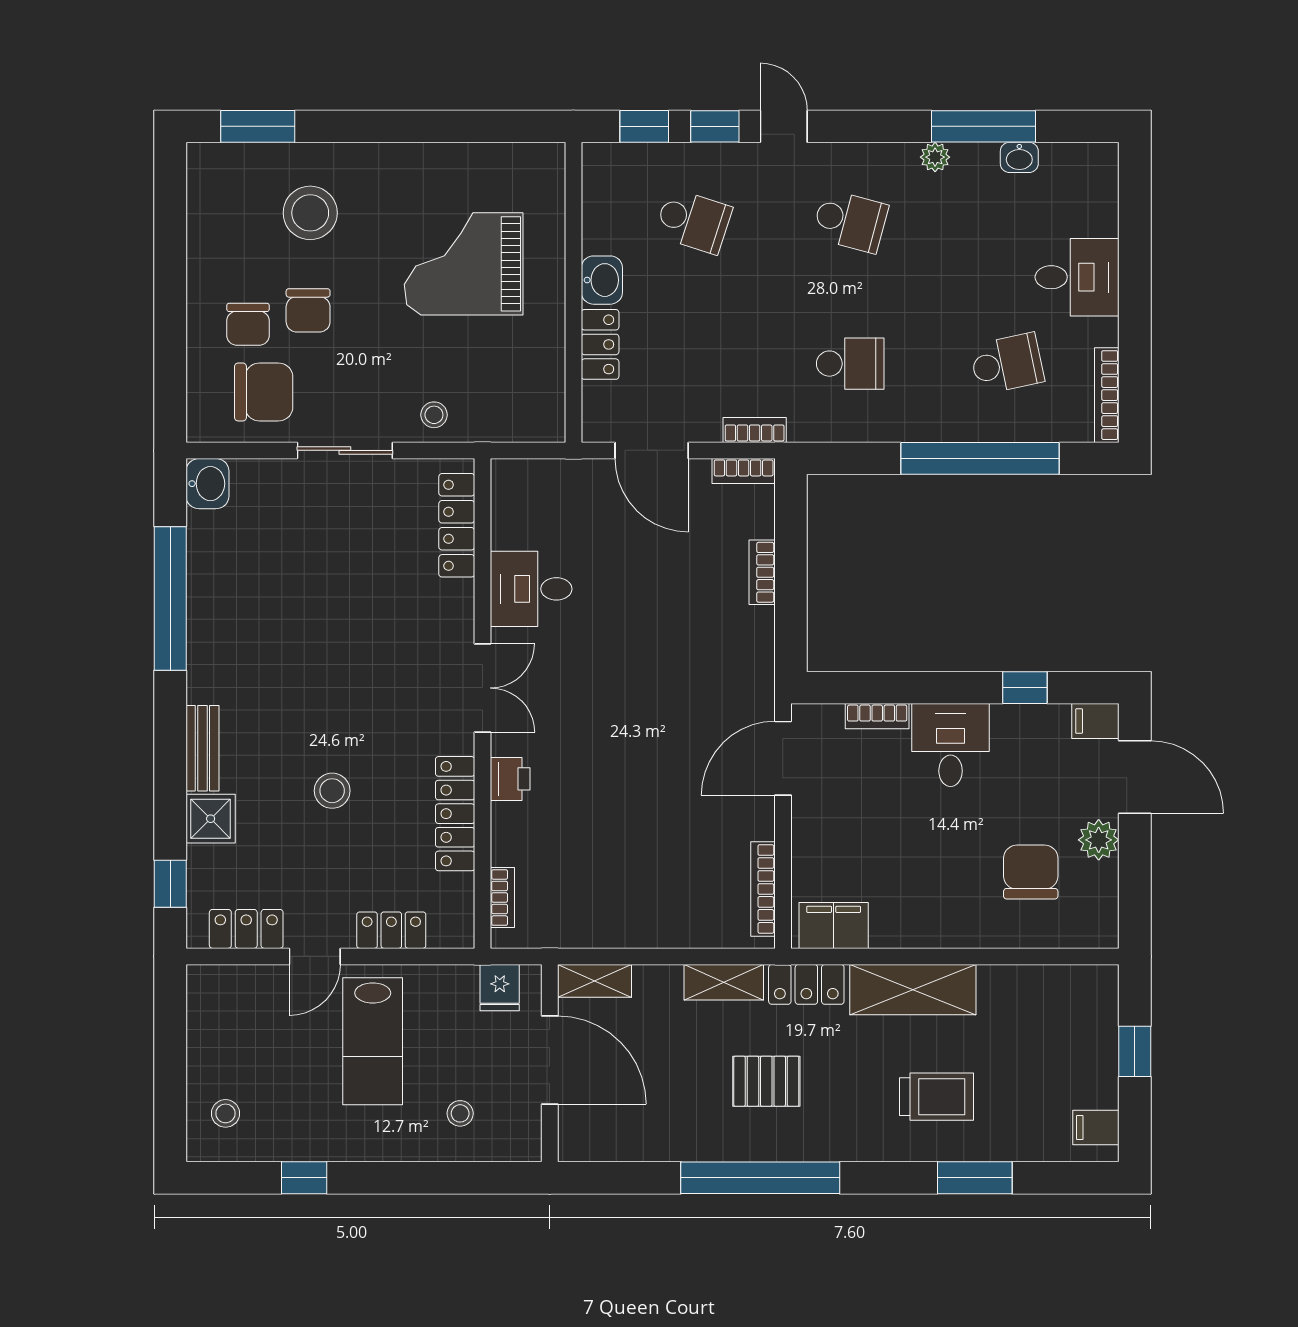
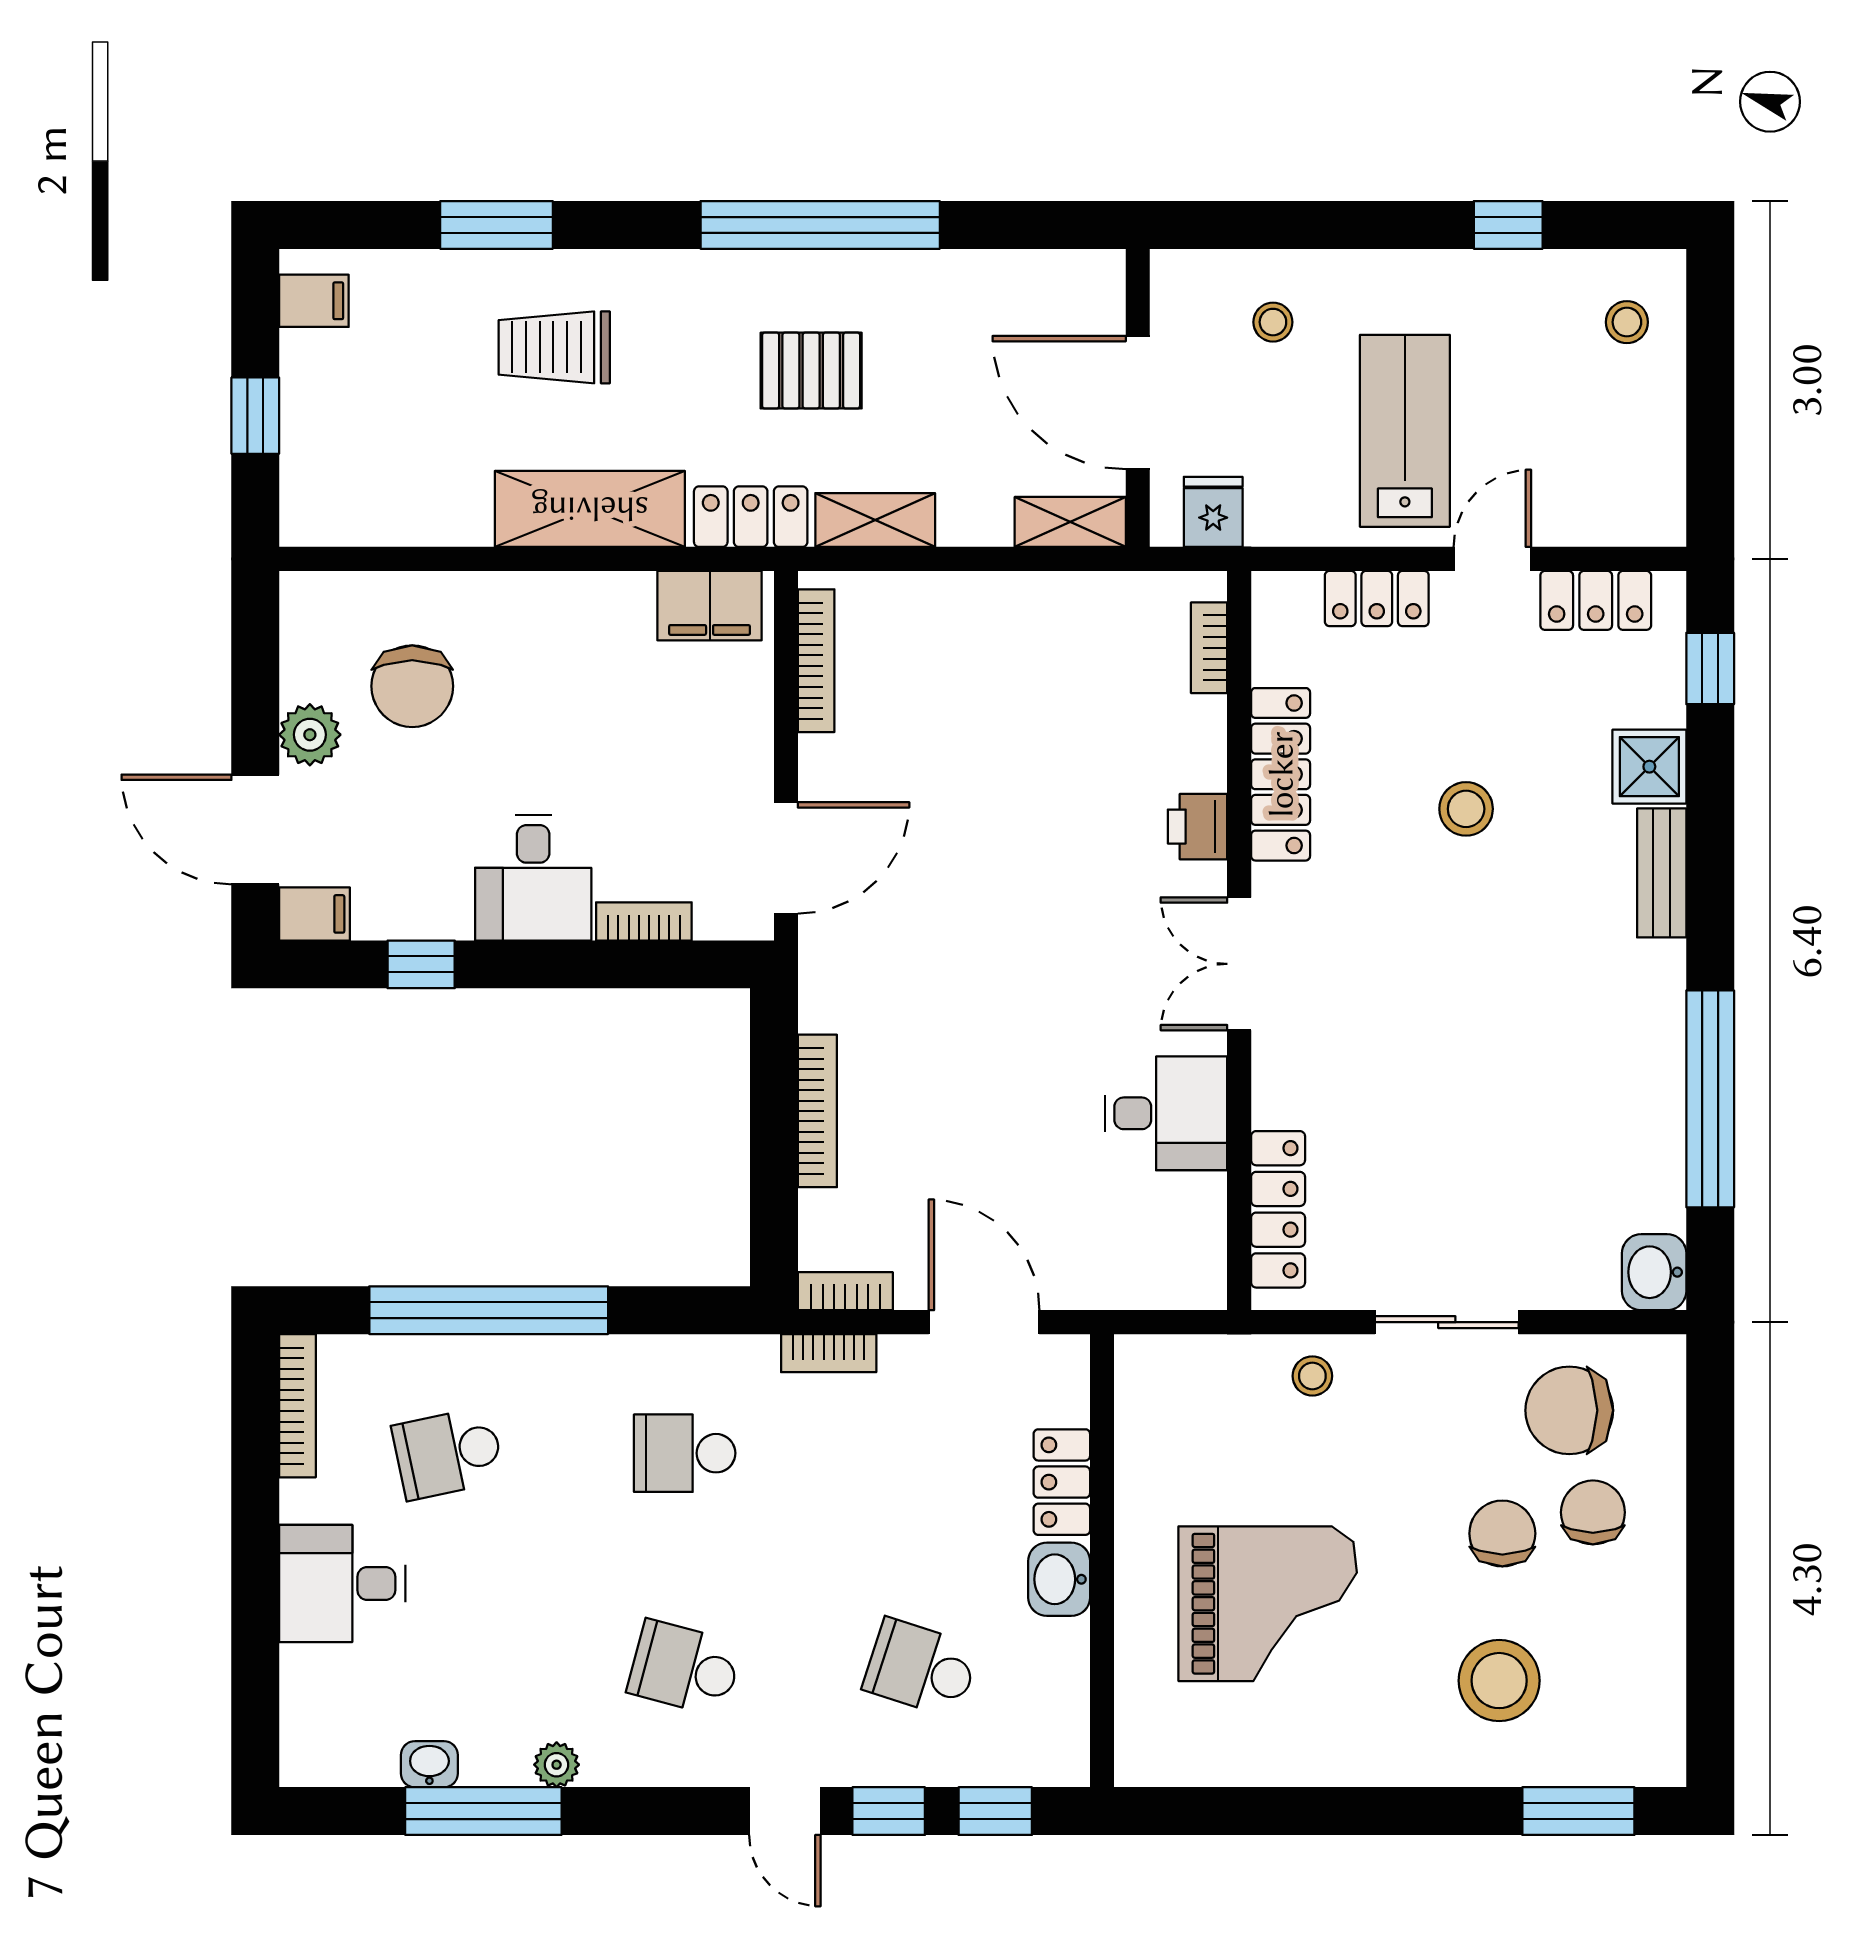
bookcase: (762, 572) -> (817, 1111), width x1.56

